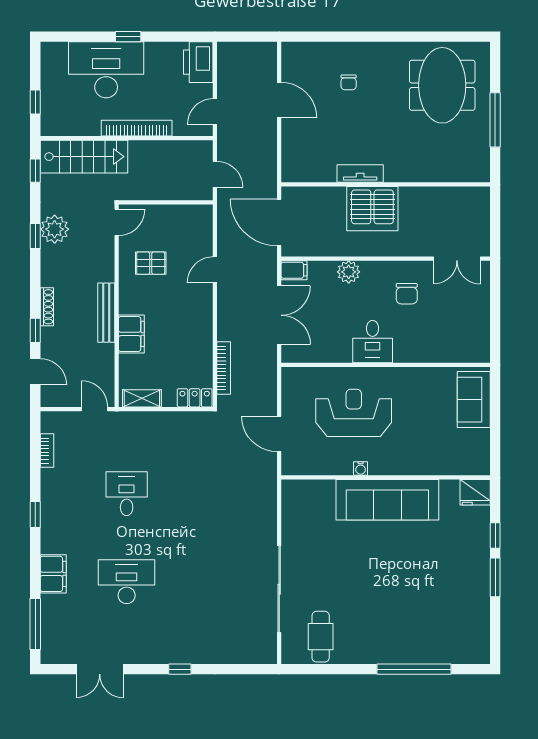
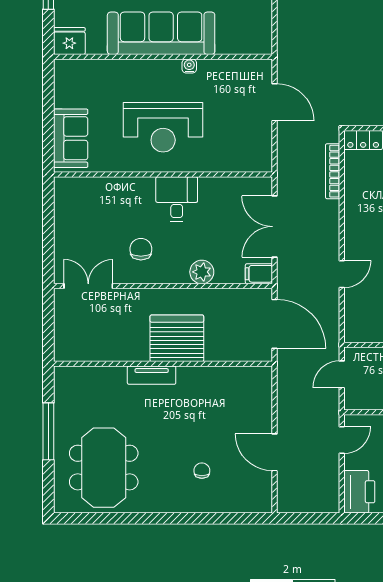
tv unit: (360, 173) -> (152, 375), moved
door: (215, 174) -> (342, 374), hinge flipped
reception desk: (354, 413) -> (163, 127), moved

